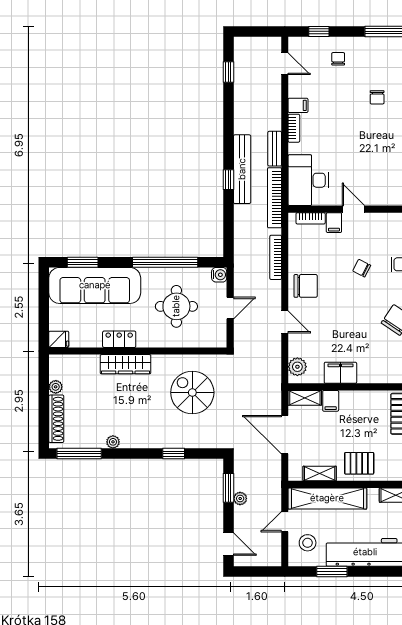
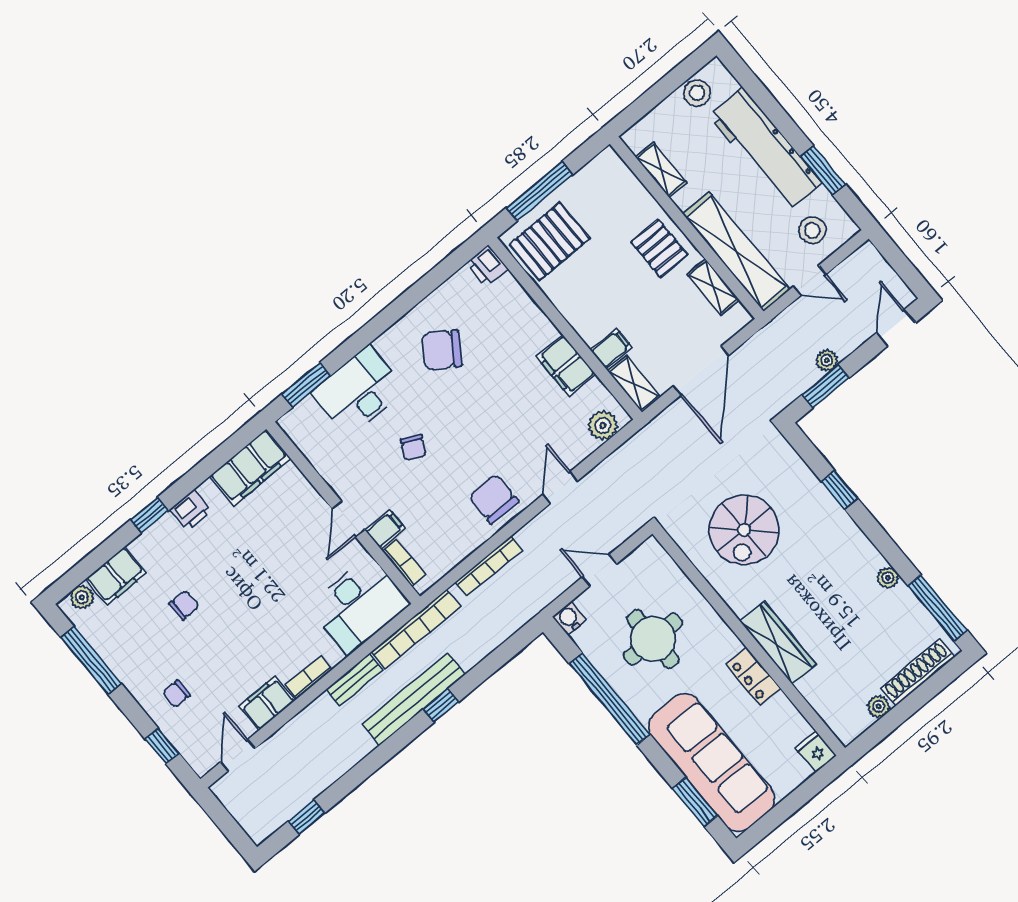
filing cabinet: (298, 105) -> (267, 703), width x2.00

